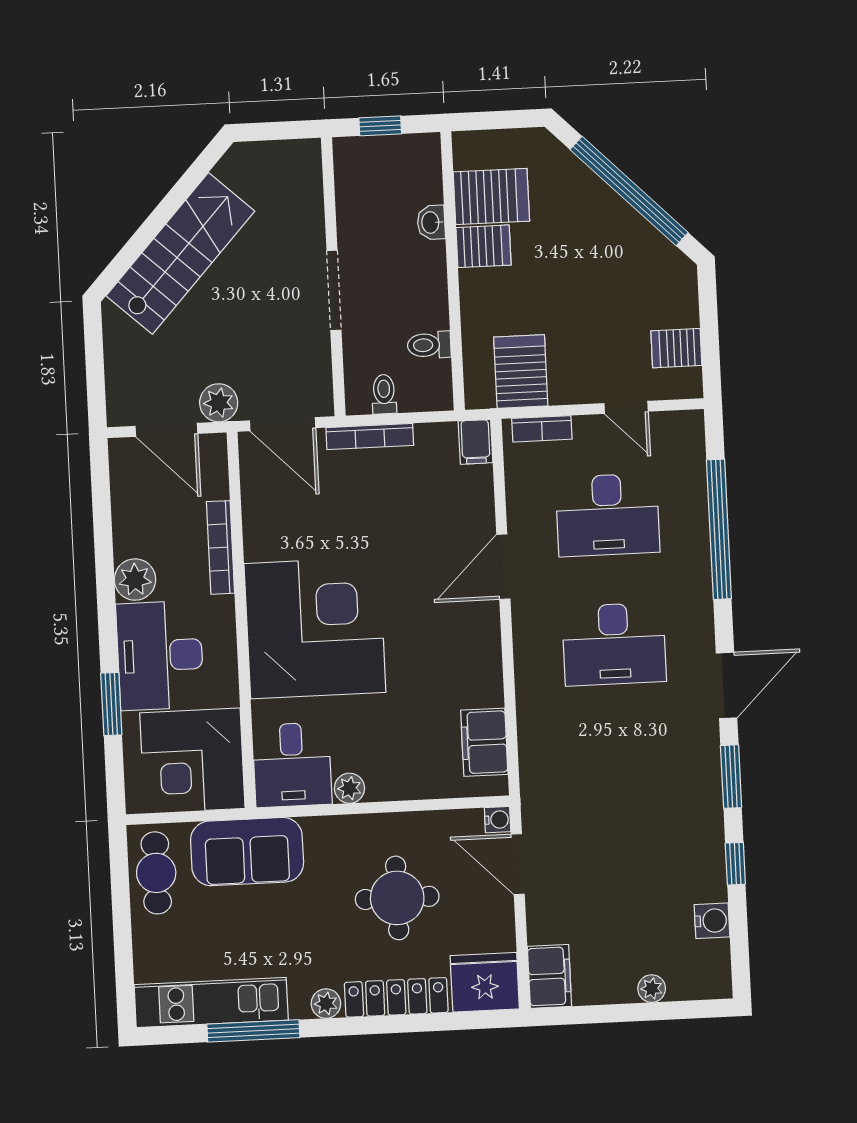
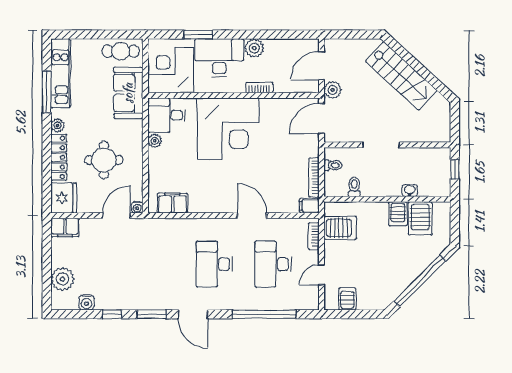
bookcase: (370, 436) -> (314, 177), moved
bookcase: (220, 547) -> (259, 88), width x0.64
plant: (652, 989) -> (63, 279), width x1.88, depth x1.88

